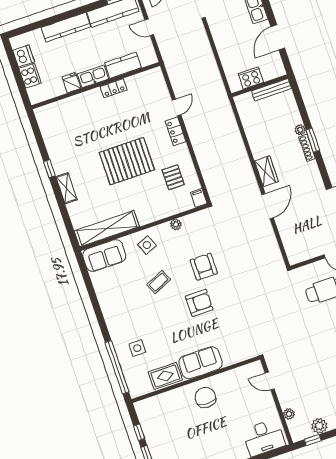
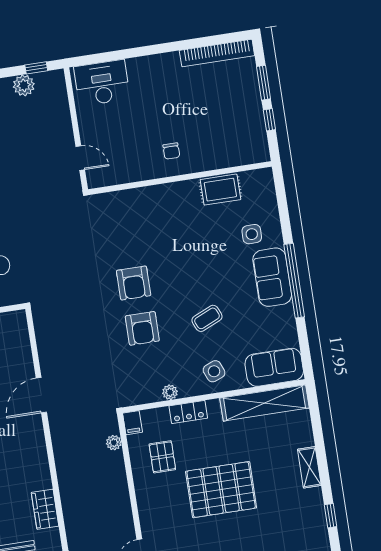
locker: (176, 131) -> (188, 412), moved, turned 90
window: (49, 169) -> (331, 516), moved
wardrobe: (266, 171) -> (45, 509), moved
armchair: (199, 303) -> (134, 283), moved, turned -90
sofa: (201, 363) -> (272, 277), moved, turned 90
window: (117, 367) -> (294, 281), moved
chair: (205, 397) -> (171, 151), width x0.54, depth x0.54
plant: (289, 414) -> (114, 443), moved

